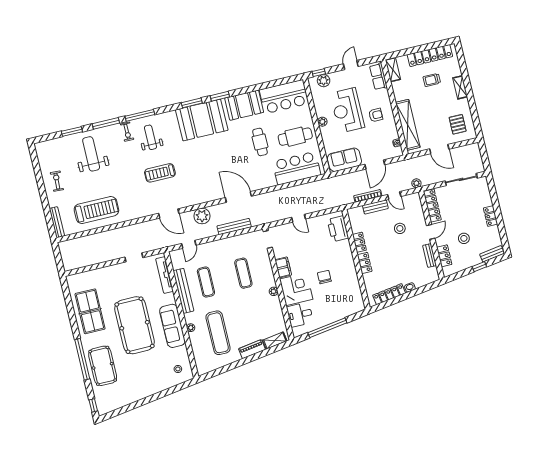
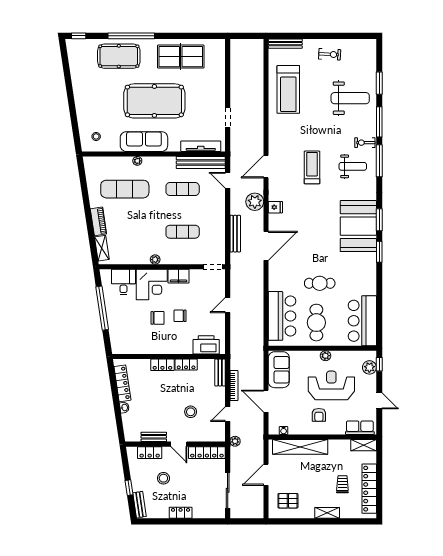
booth: (244, 105) -> (363, 276), removed
fridge: (202, 197) -> (275, 207), added
bench: (375, 207) -> (220, 373), moved
chair: (318, 258) -> (180, 316), added
bench: (183, 291) -> (201, 162), moved

